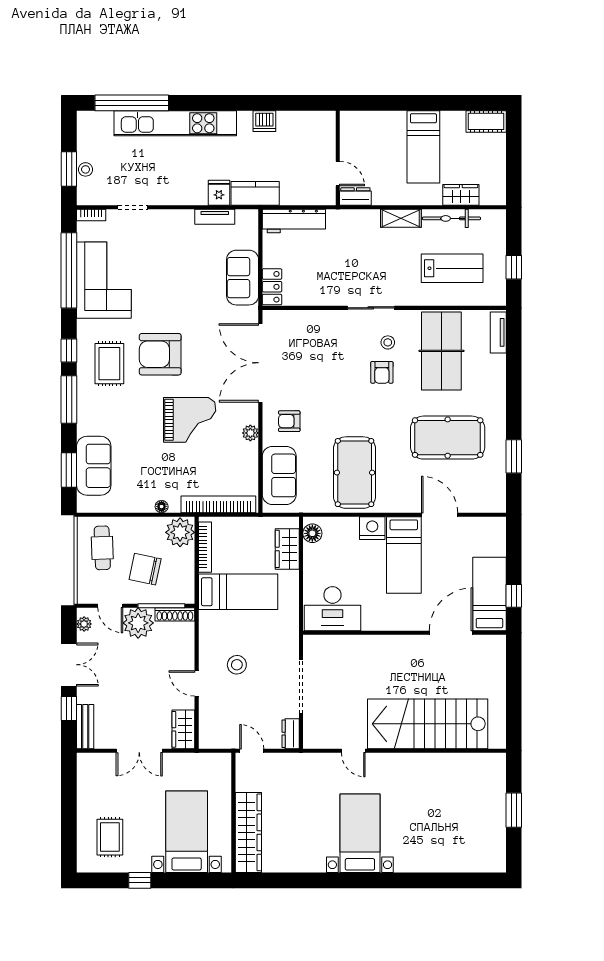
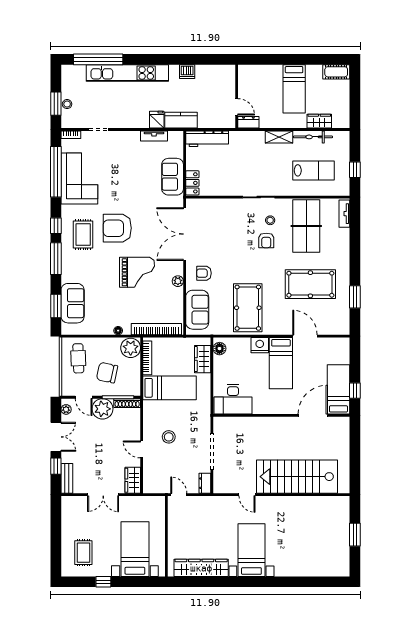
wardrobe: (248, 832) -> (201, 568), moved, turned -90

